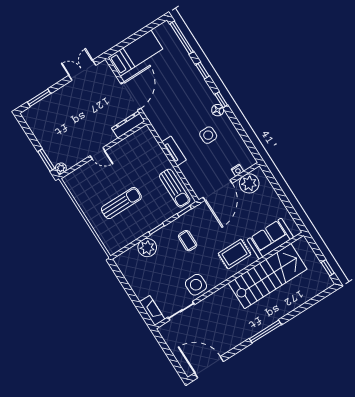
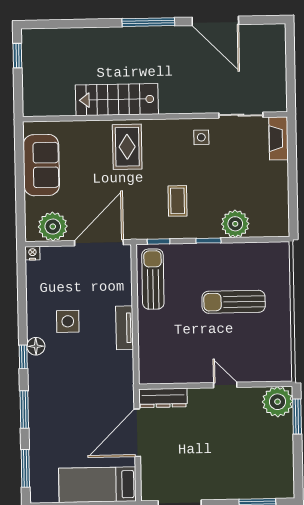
window: (182, 38) -> (25, 468), width x0.69
window: (203, 71) -> (24, 409), width x1.50
plant: (61, 168) -> (278, 402), width x1.88, depth x1.88
nightstand: (238, 170) -> (32, 253), moved
sofa: (270, 239) -> (41, 165), moved, turned -90
rug: (235, 254) -> (127, 147), turned 90
stairs: (268, 276) -> (117, 100), width x0.73, depth x0.66
side table: (196, 285) -> (201, 137), width x0.54, depth x0.54
door: (209, 367) -> (215, 21), moved

